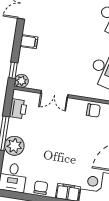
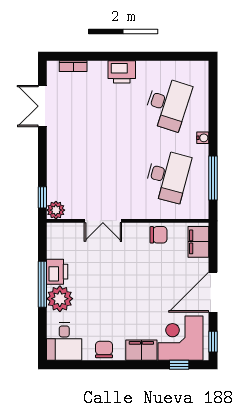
filing cabinet: (29, 42) -> (58, 156), removed
printer: (18, 109) -> (57, 272), moved

